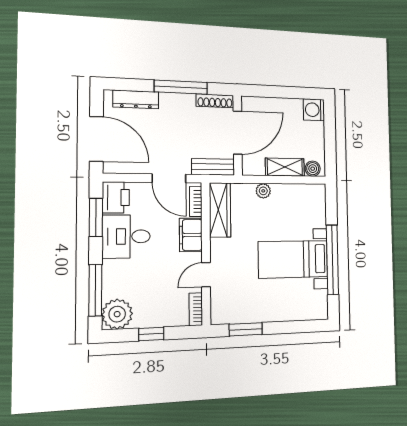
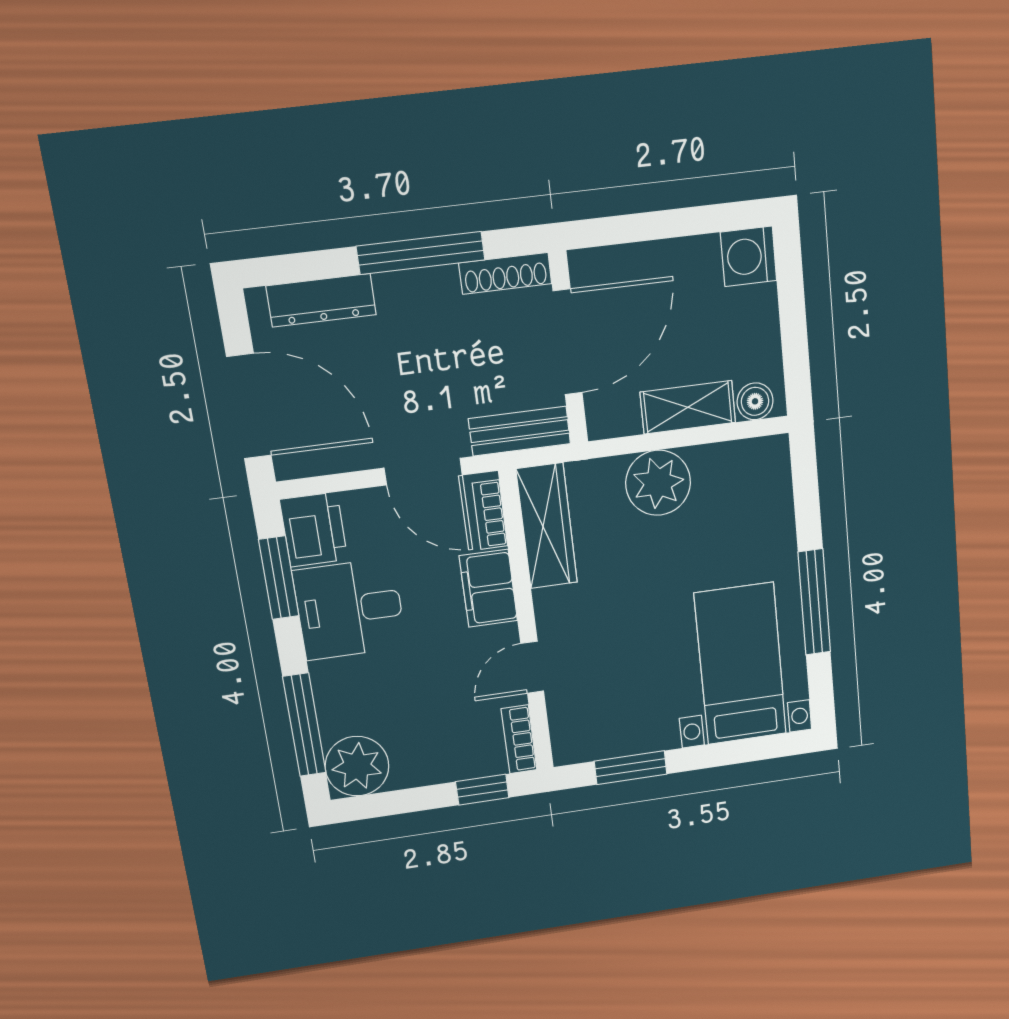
plant: (263, 191) -> (658, 483), width x1.88, depth x1.88
bed with nightstands: (293, 259) -> (740, 664), moved, turned 90
window: (332, 260) -> (814, 602), width x0.68
window: (151, 334) -> (482, 790), moved

